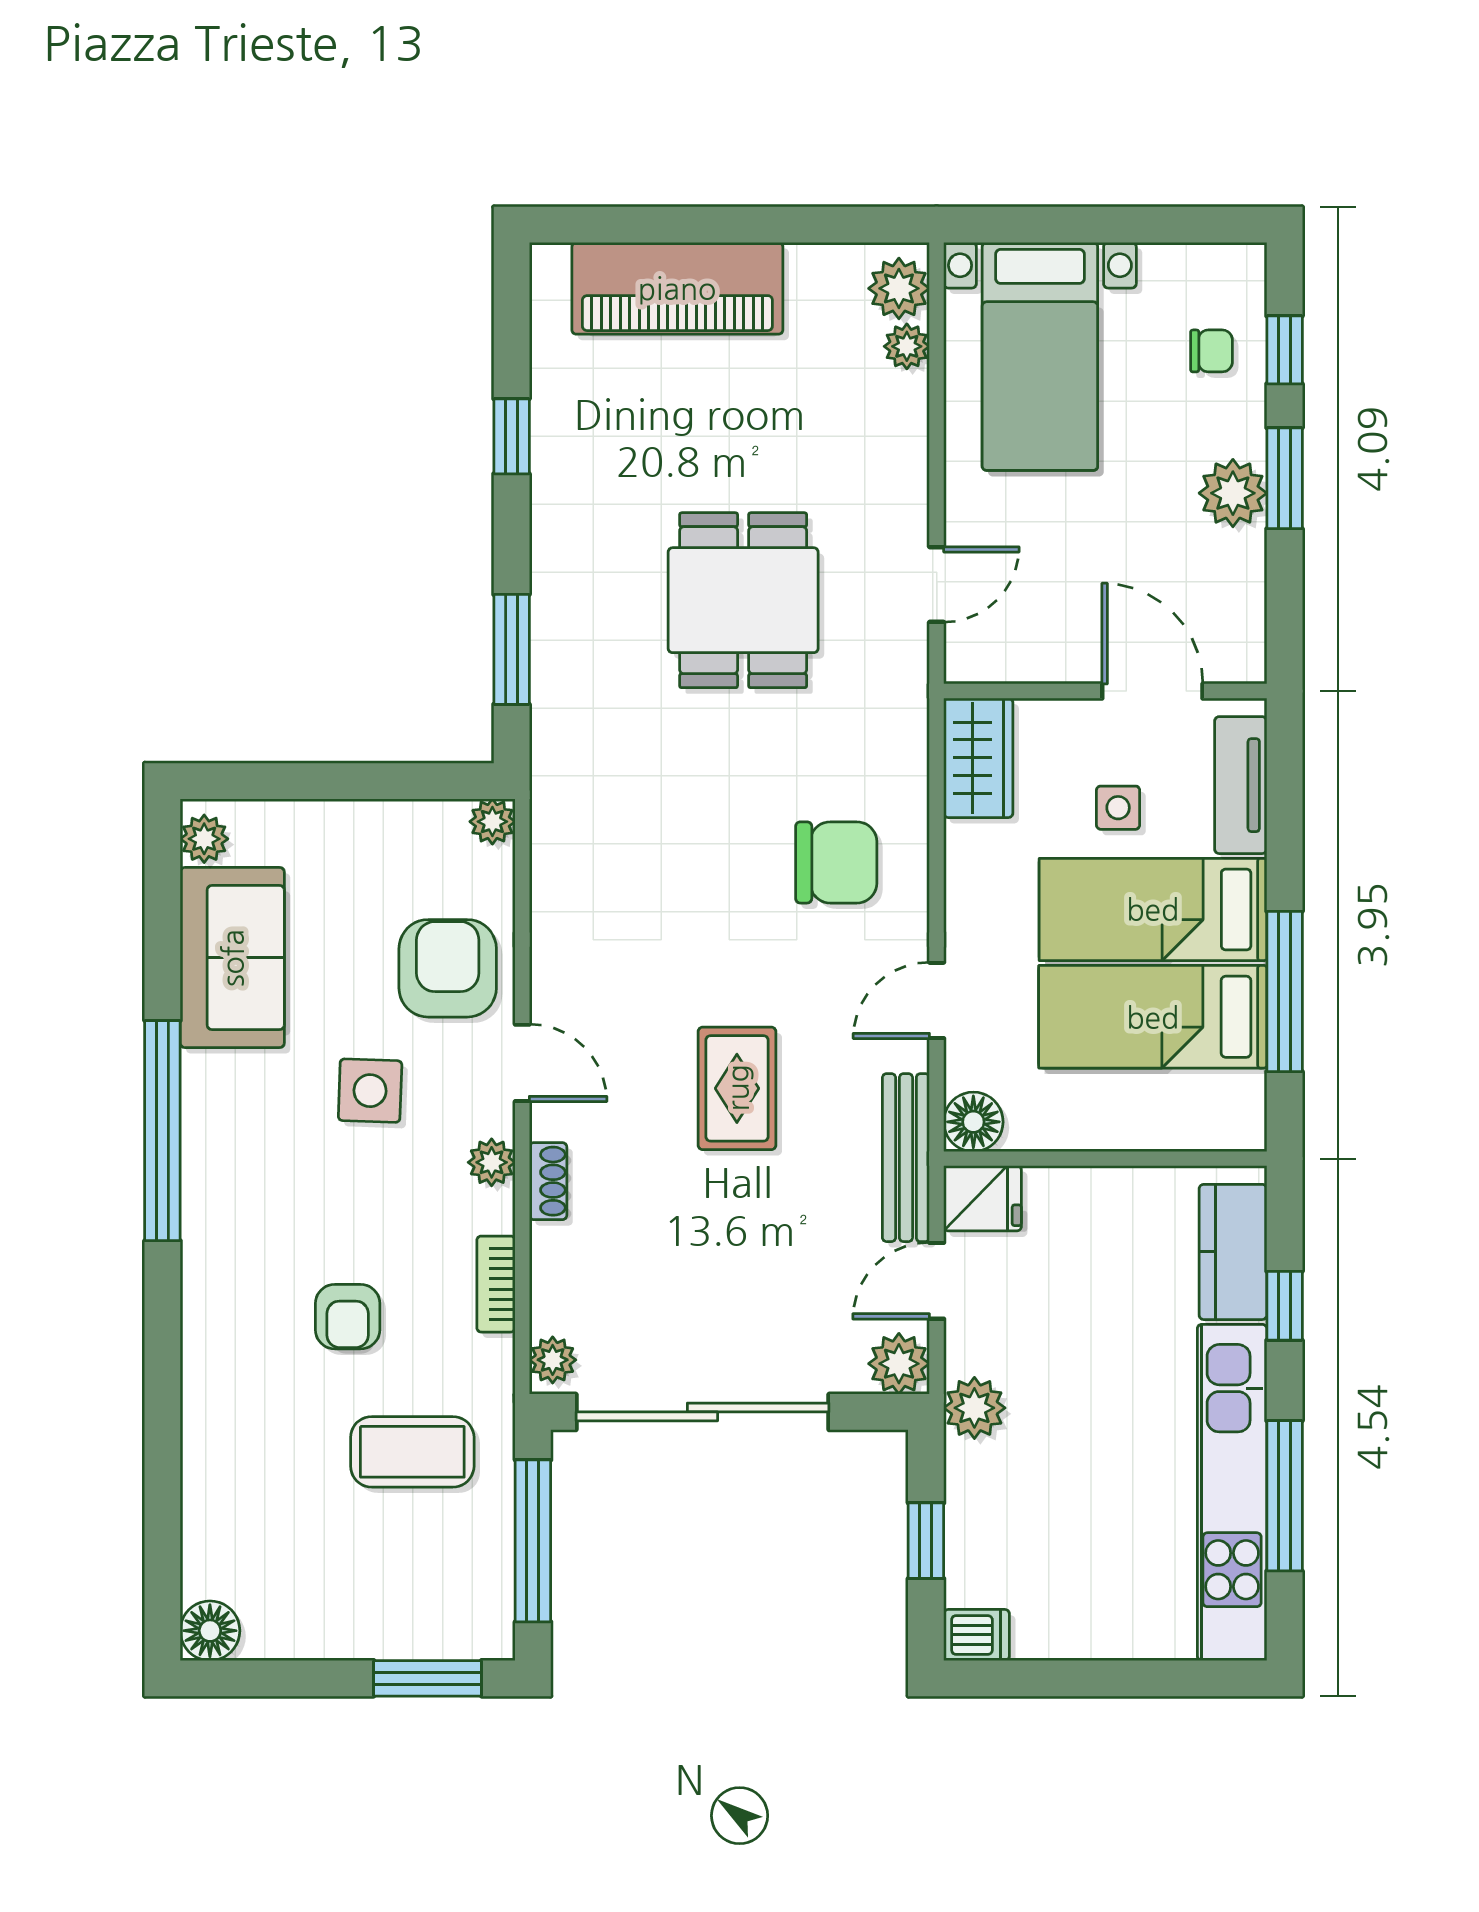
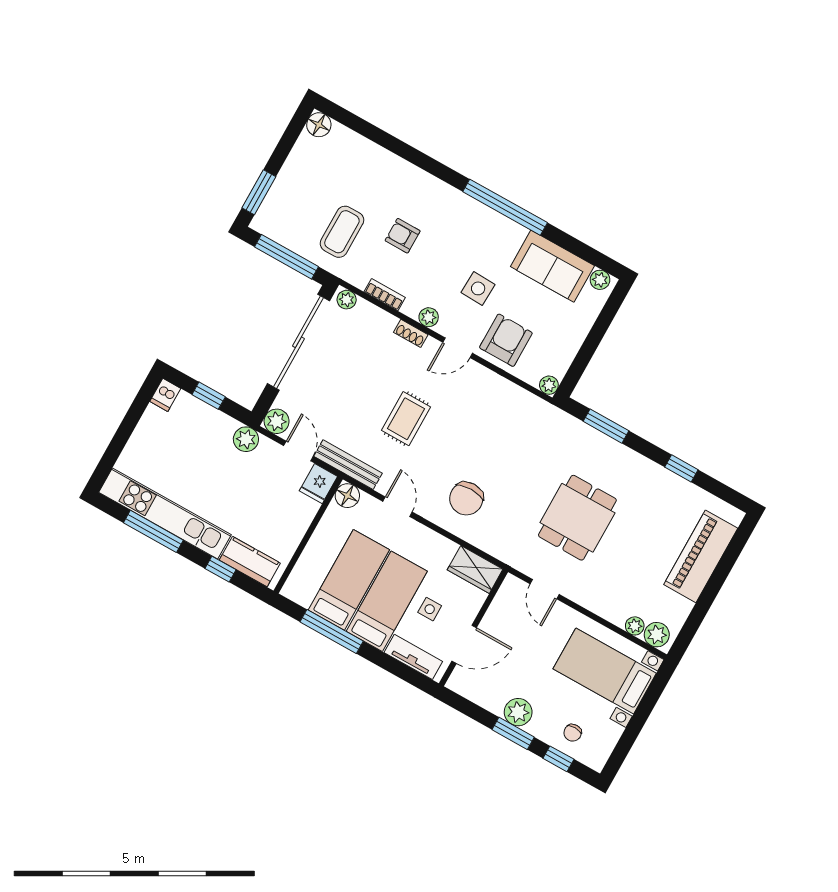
dining table: (743, 600) -> (577, 518), turned 90
armchair: (448, 968) -> (506, 340), turned -90
rug: (737, 1088) -> (406, 419), turned 90

